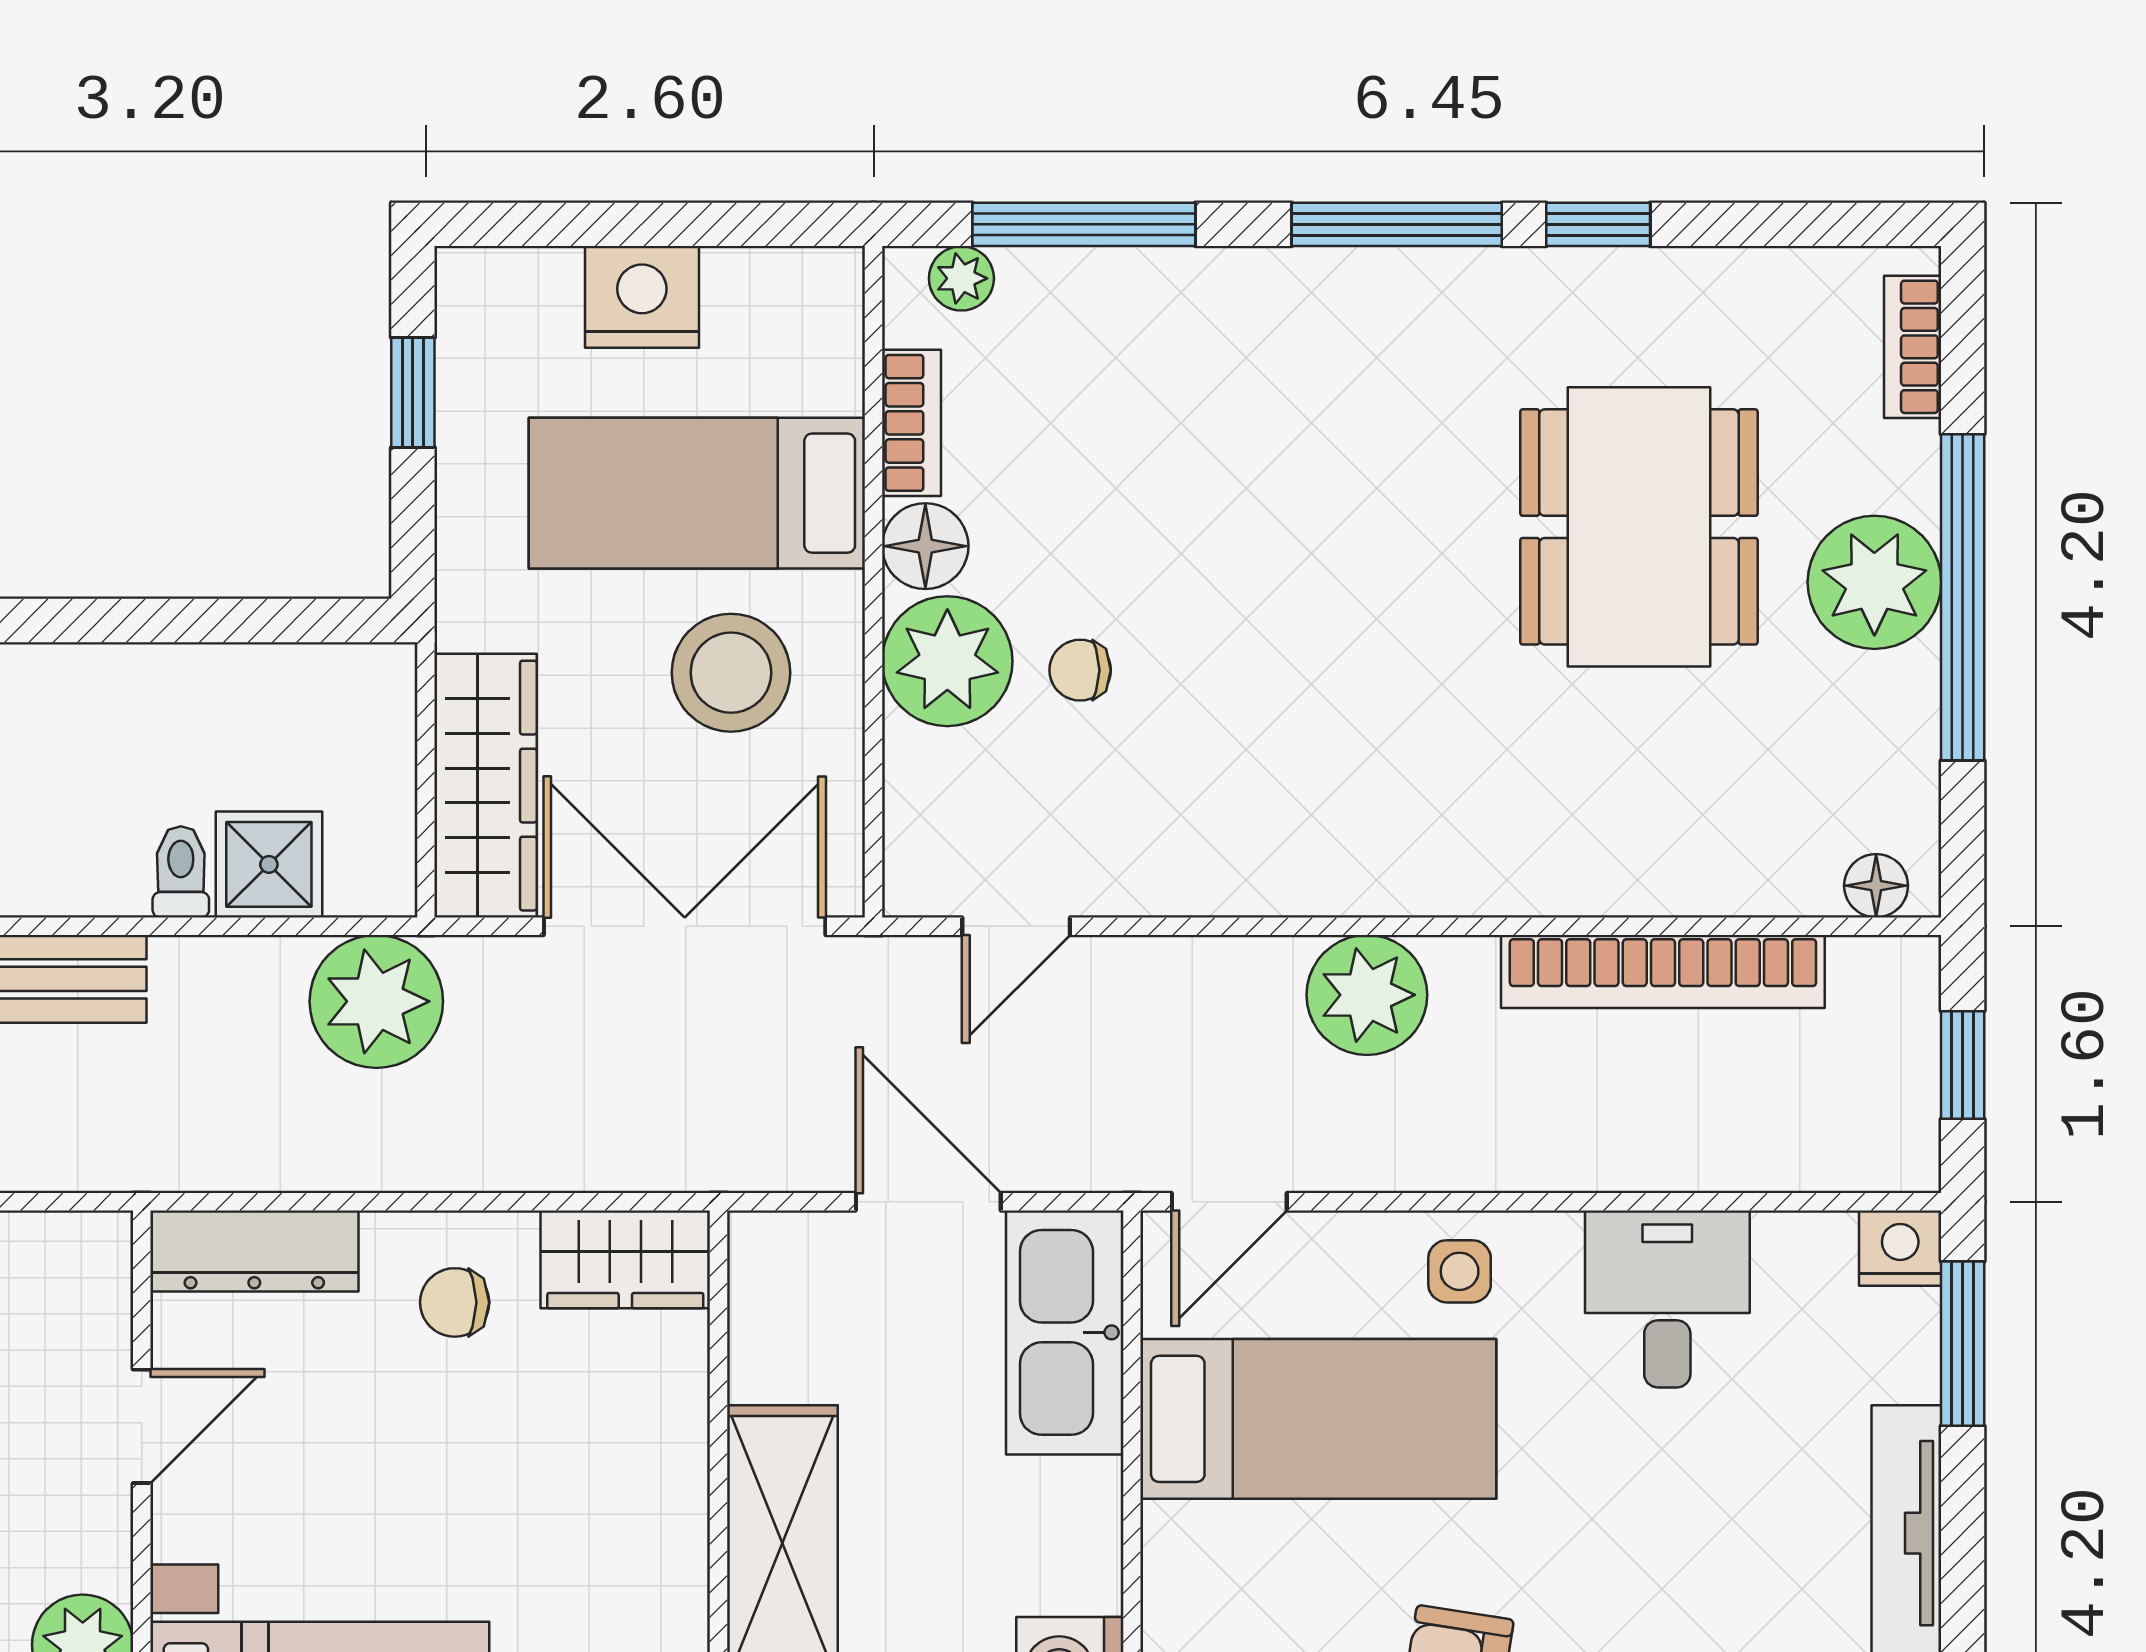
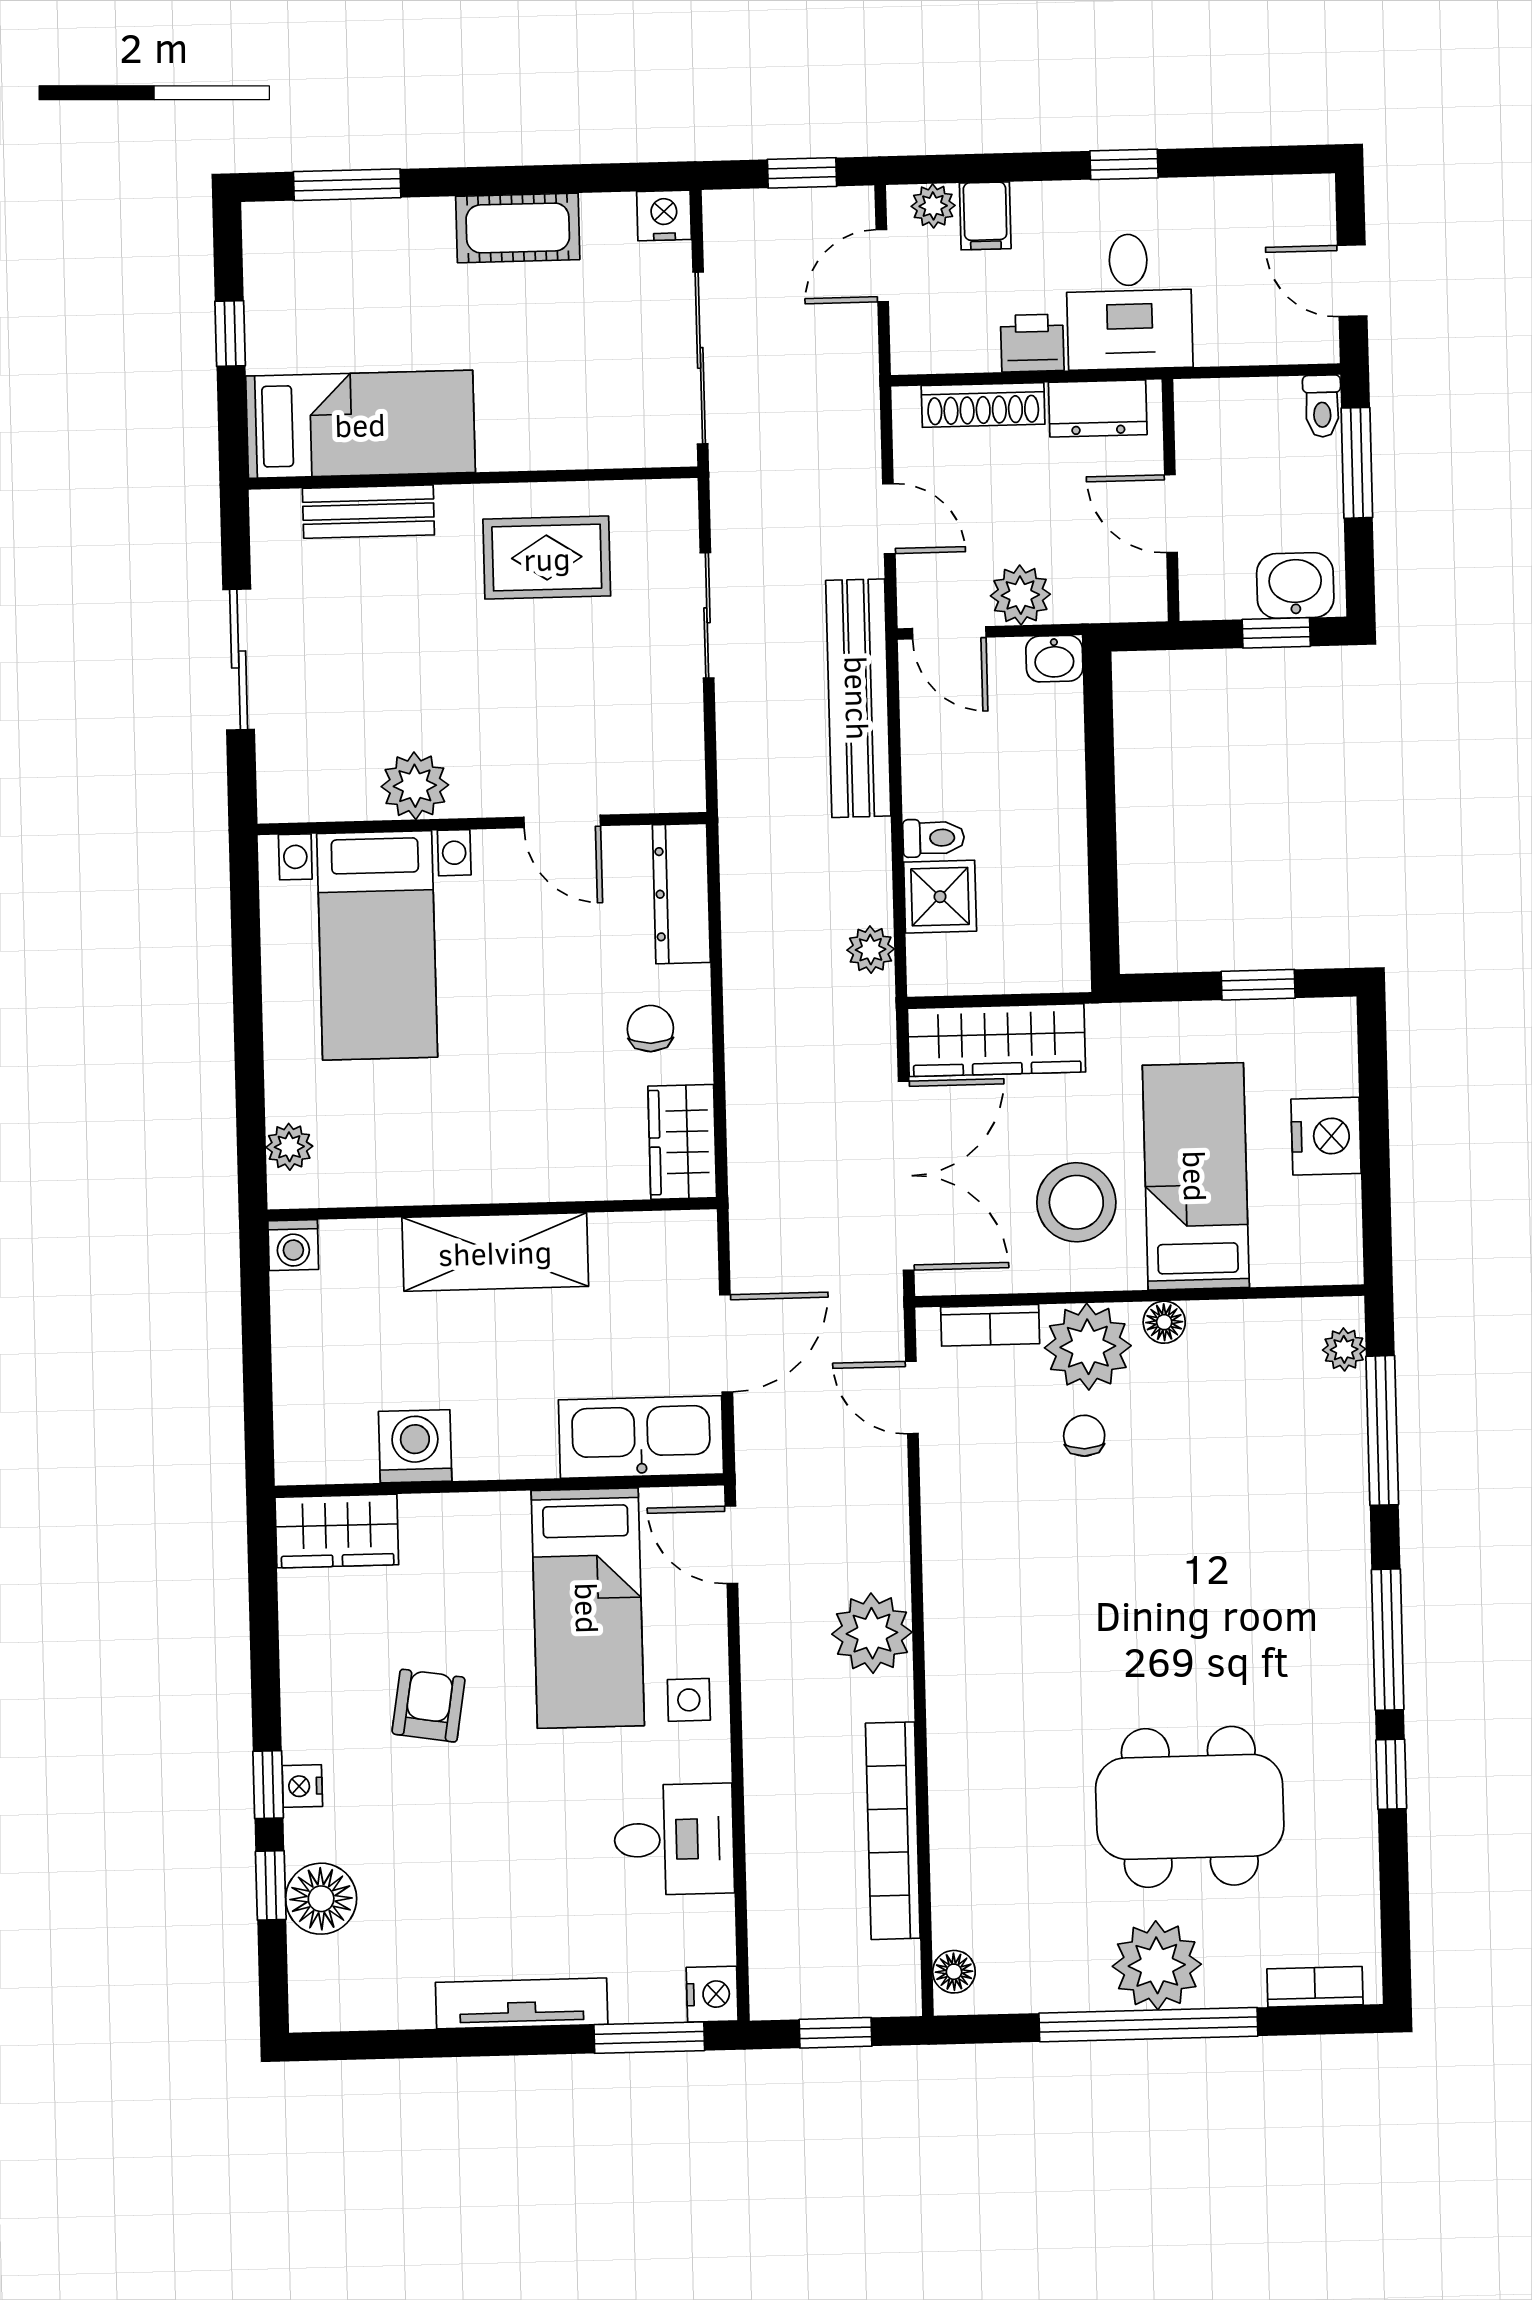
bookcase: (911, 423) -> (990, 1325), moved
floor lamp: (925, 546) -> (1164, 1322), width x0.73, depth x0.73
plant: (376, 1001) -> (871, 950), width x0.53, depth x0.53

